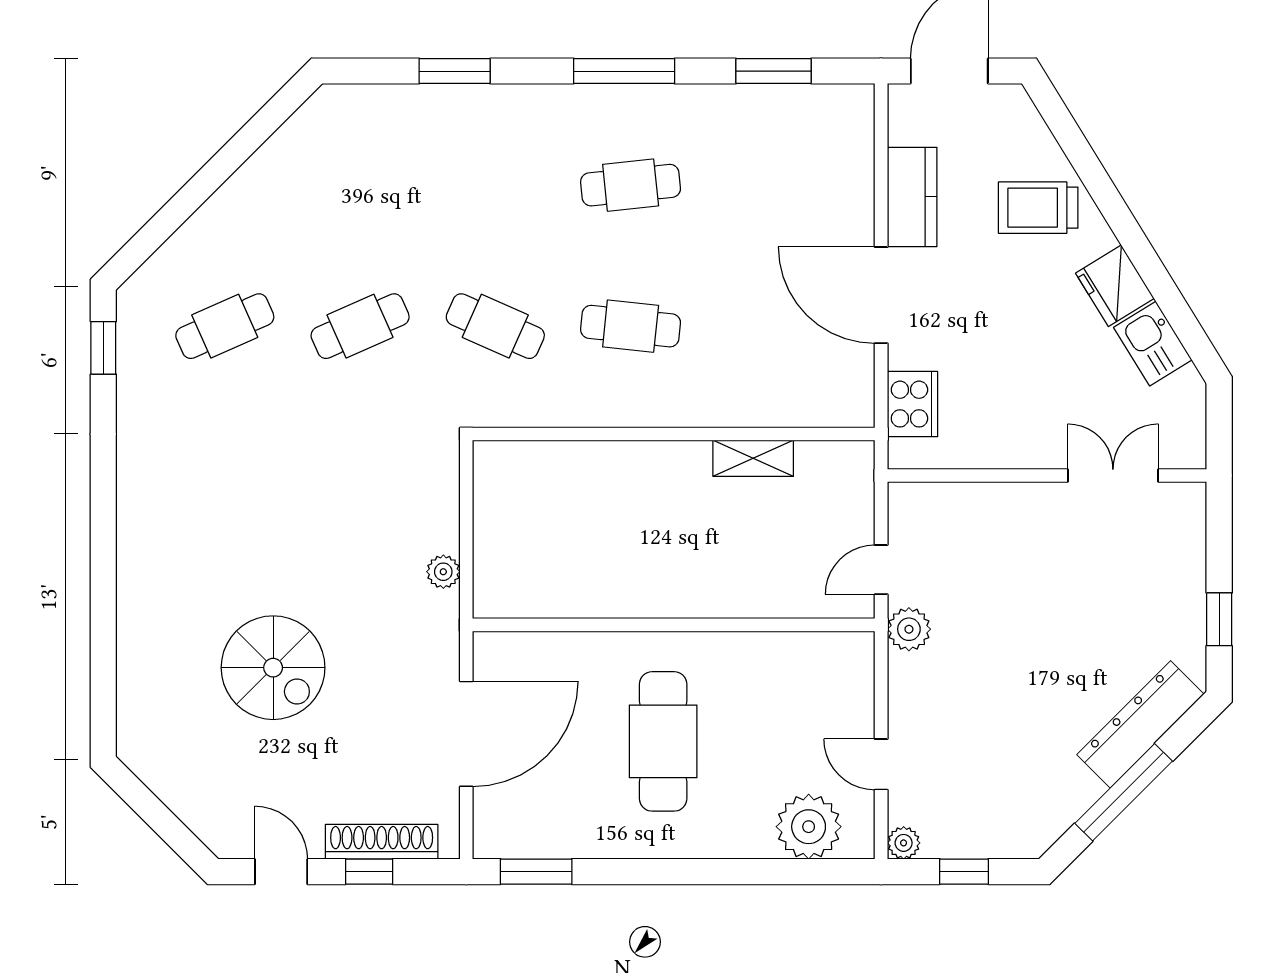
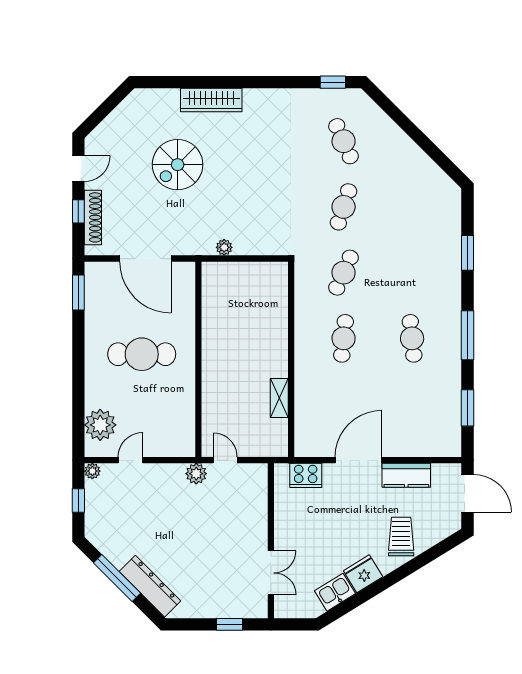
cafe table: (360, 326) -> (344, 207), turned 42
wardrobe: (140, 598) -> (211, 100), added
window: (1219, 619) -> (230, 624), moved

